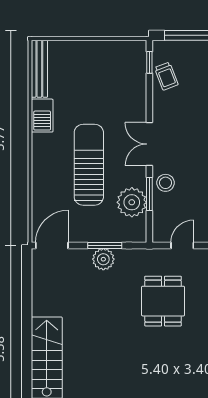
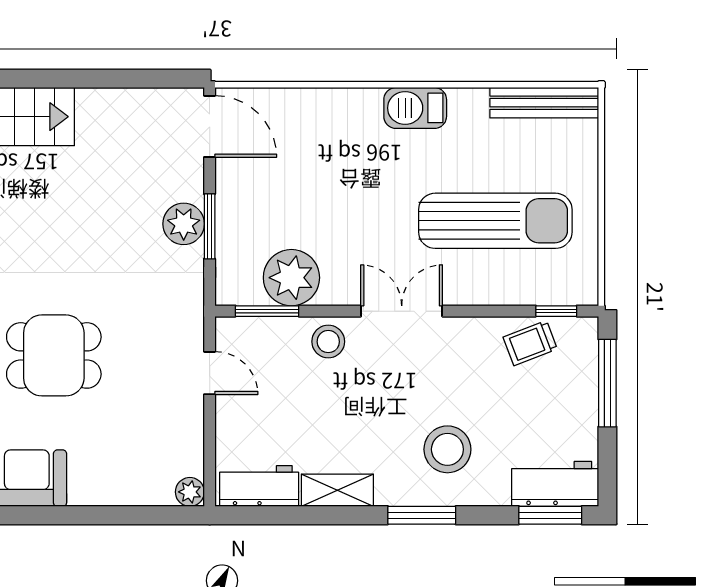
barbecue: (42, 116) -> (415, 108), moved
sun lounger: (89, 165) -> (495, 221), moved
window: (149, 194) -> (267, 311), moved
dining table: (163, 301) -> (54, 355), moved

